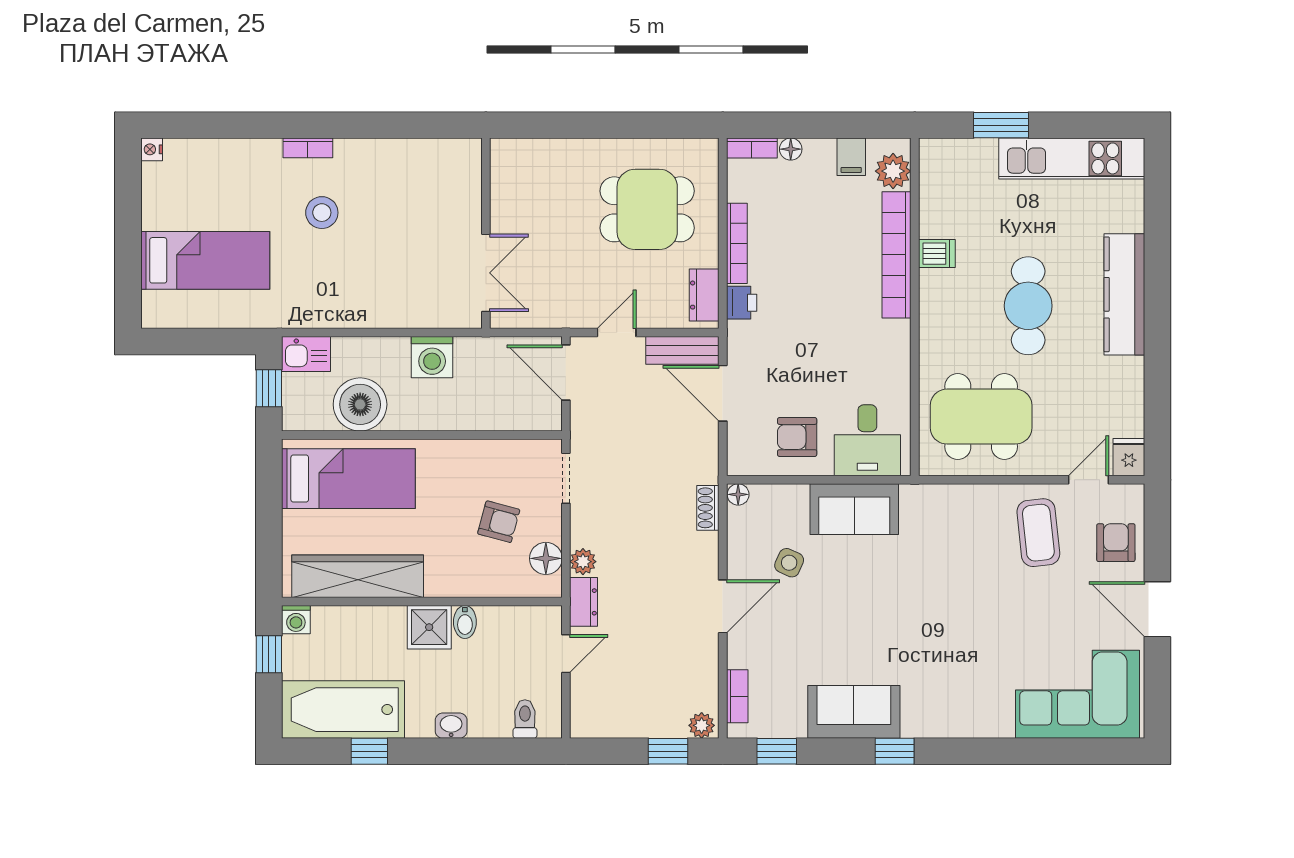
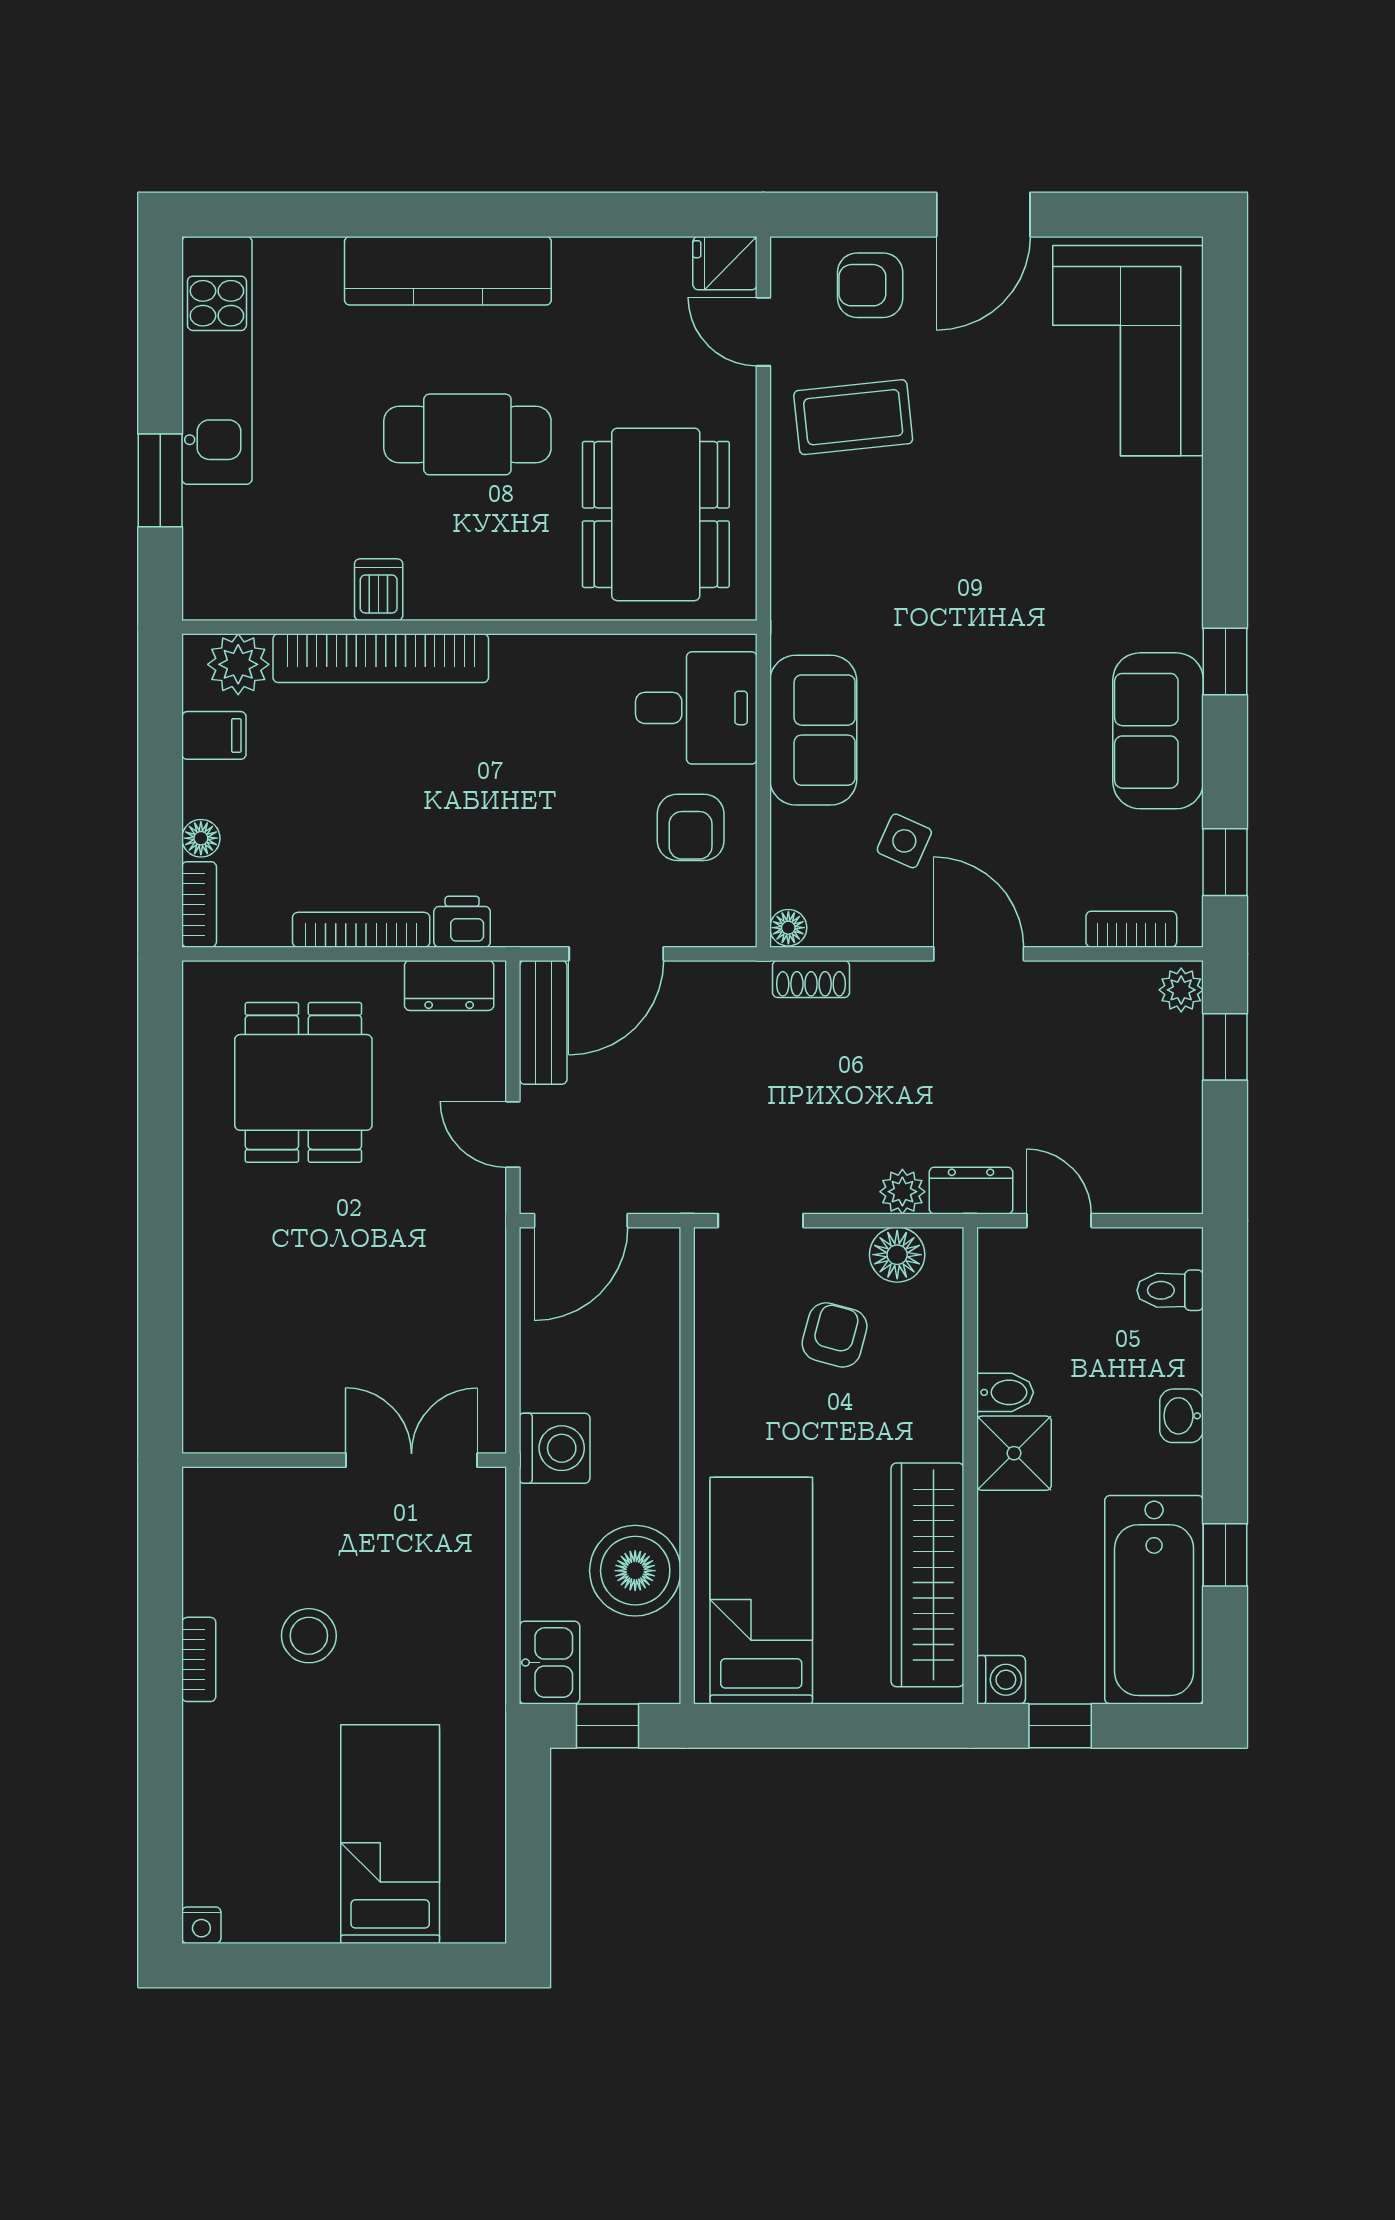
wall: (486, 233) -> (344, 1460), moved
double door: (486, 273) -> (412, 1460), moved

